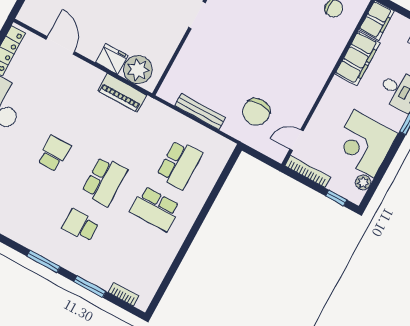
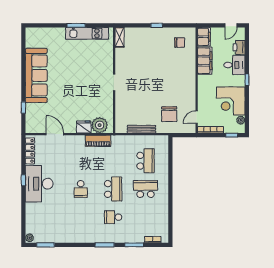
school desk: (54, 153) -> (81, 189), turned 180
school desk: (155, 209) -> (145, 189), turned 180

